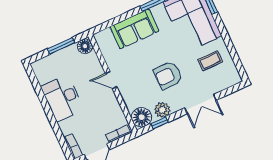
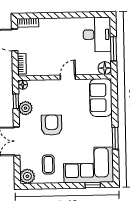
sofa: (134, 29) -> (101, 98), moved
plant: (232, 77) -> (27, 176), added
desk: (62, 98) -> (97, 35), moved, turned 90
floor lamp: (142, 117) -> (23, 85), width x0.53, depth x0.53

